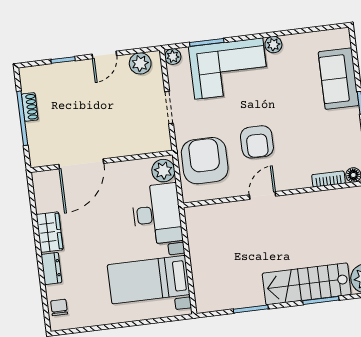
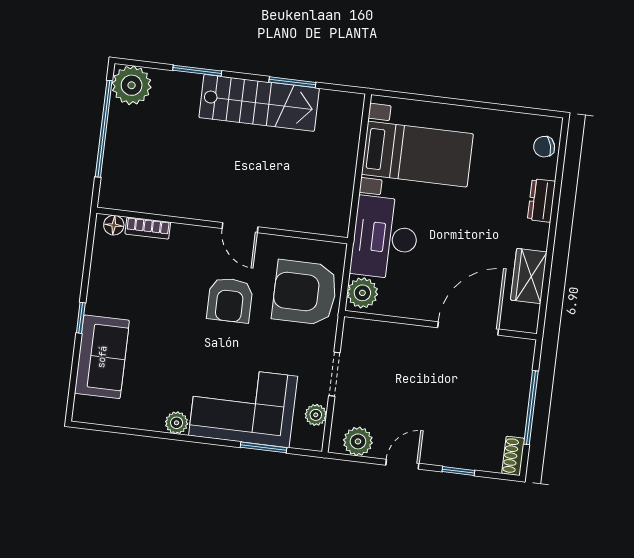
plant: (173, 57) -> (316, 415), moved
shoe rack: (30, 107) -> (513, 456), moved
armchair: (257, 142) -> (230, 300), turned 180
armchair: (205, 161) -> (305, 293), turned 90
door: (263, 196) -> (240, 228), hinge flipped
wardrobe: (50, 232) -> (529, 276), moved
stairs: (307, 284) -> (259, 103), moved
chair: (59, 307) -> (544, 147), turned 75

